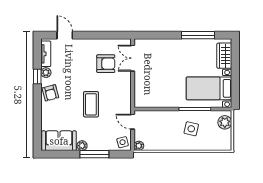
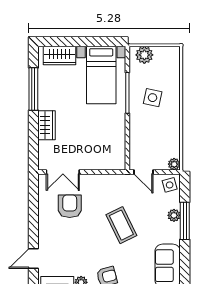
wardrobe: (170, 45) -> (46, 125), added
coffee table: (91, 104) -> (121, 225), turned 64
door: (133, 122) -> (143, 172), hinge flipped
plant: (82, 146) -> (174, 215), moved

